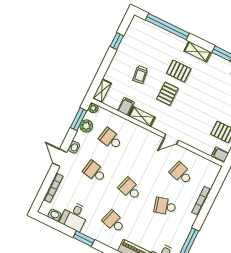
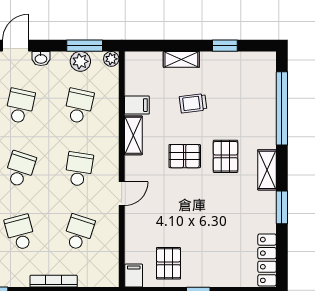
shelving: (102, 91) -> (181, 59), moved
door: (171, 139) -> (122, 194), swing flipped
school desk: (146, 156) -> (79, 169), added

